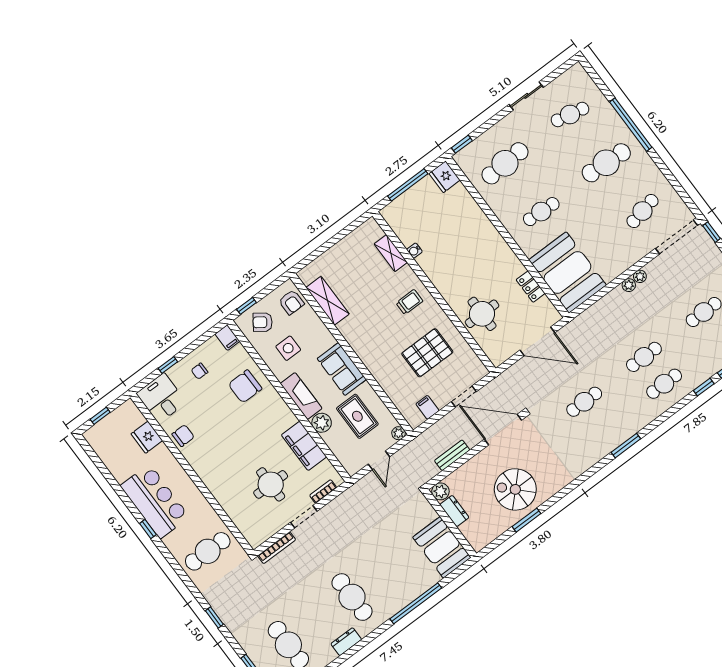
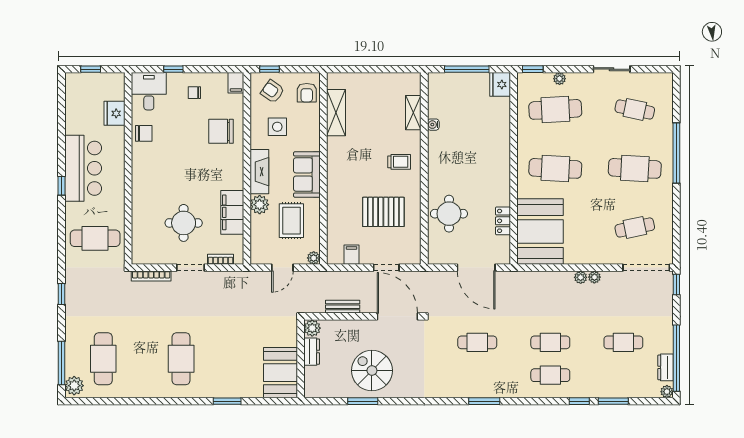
plant: (490, 136) -> (560, 79), added
cafe table: (541, 212) -> (555, 168), width x1.37, depth x1.35
window: (416, 603) -> (227, 401), width x0.47
dresser: (346, 642) -> (150, 390), removed

